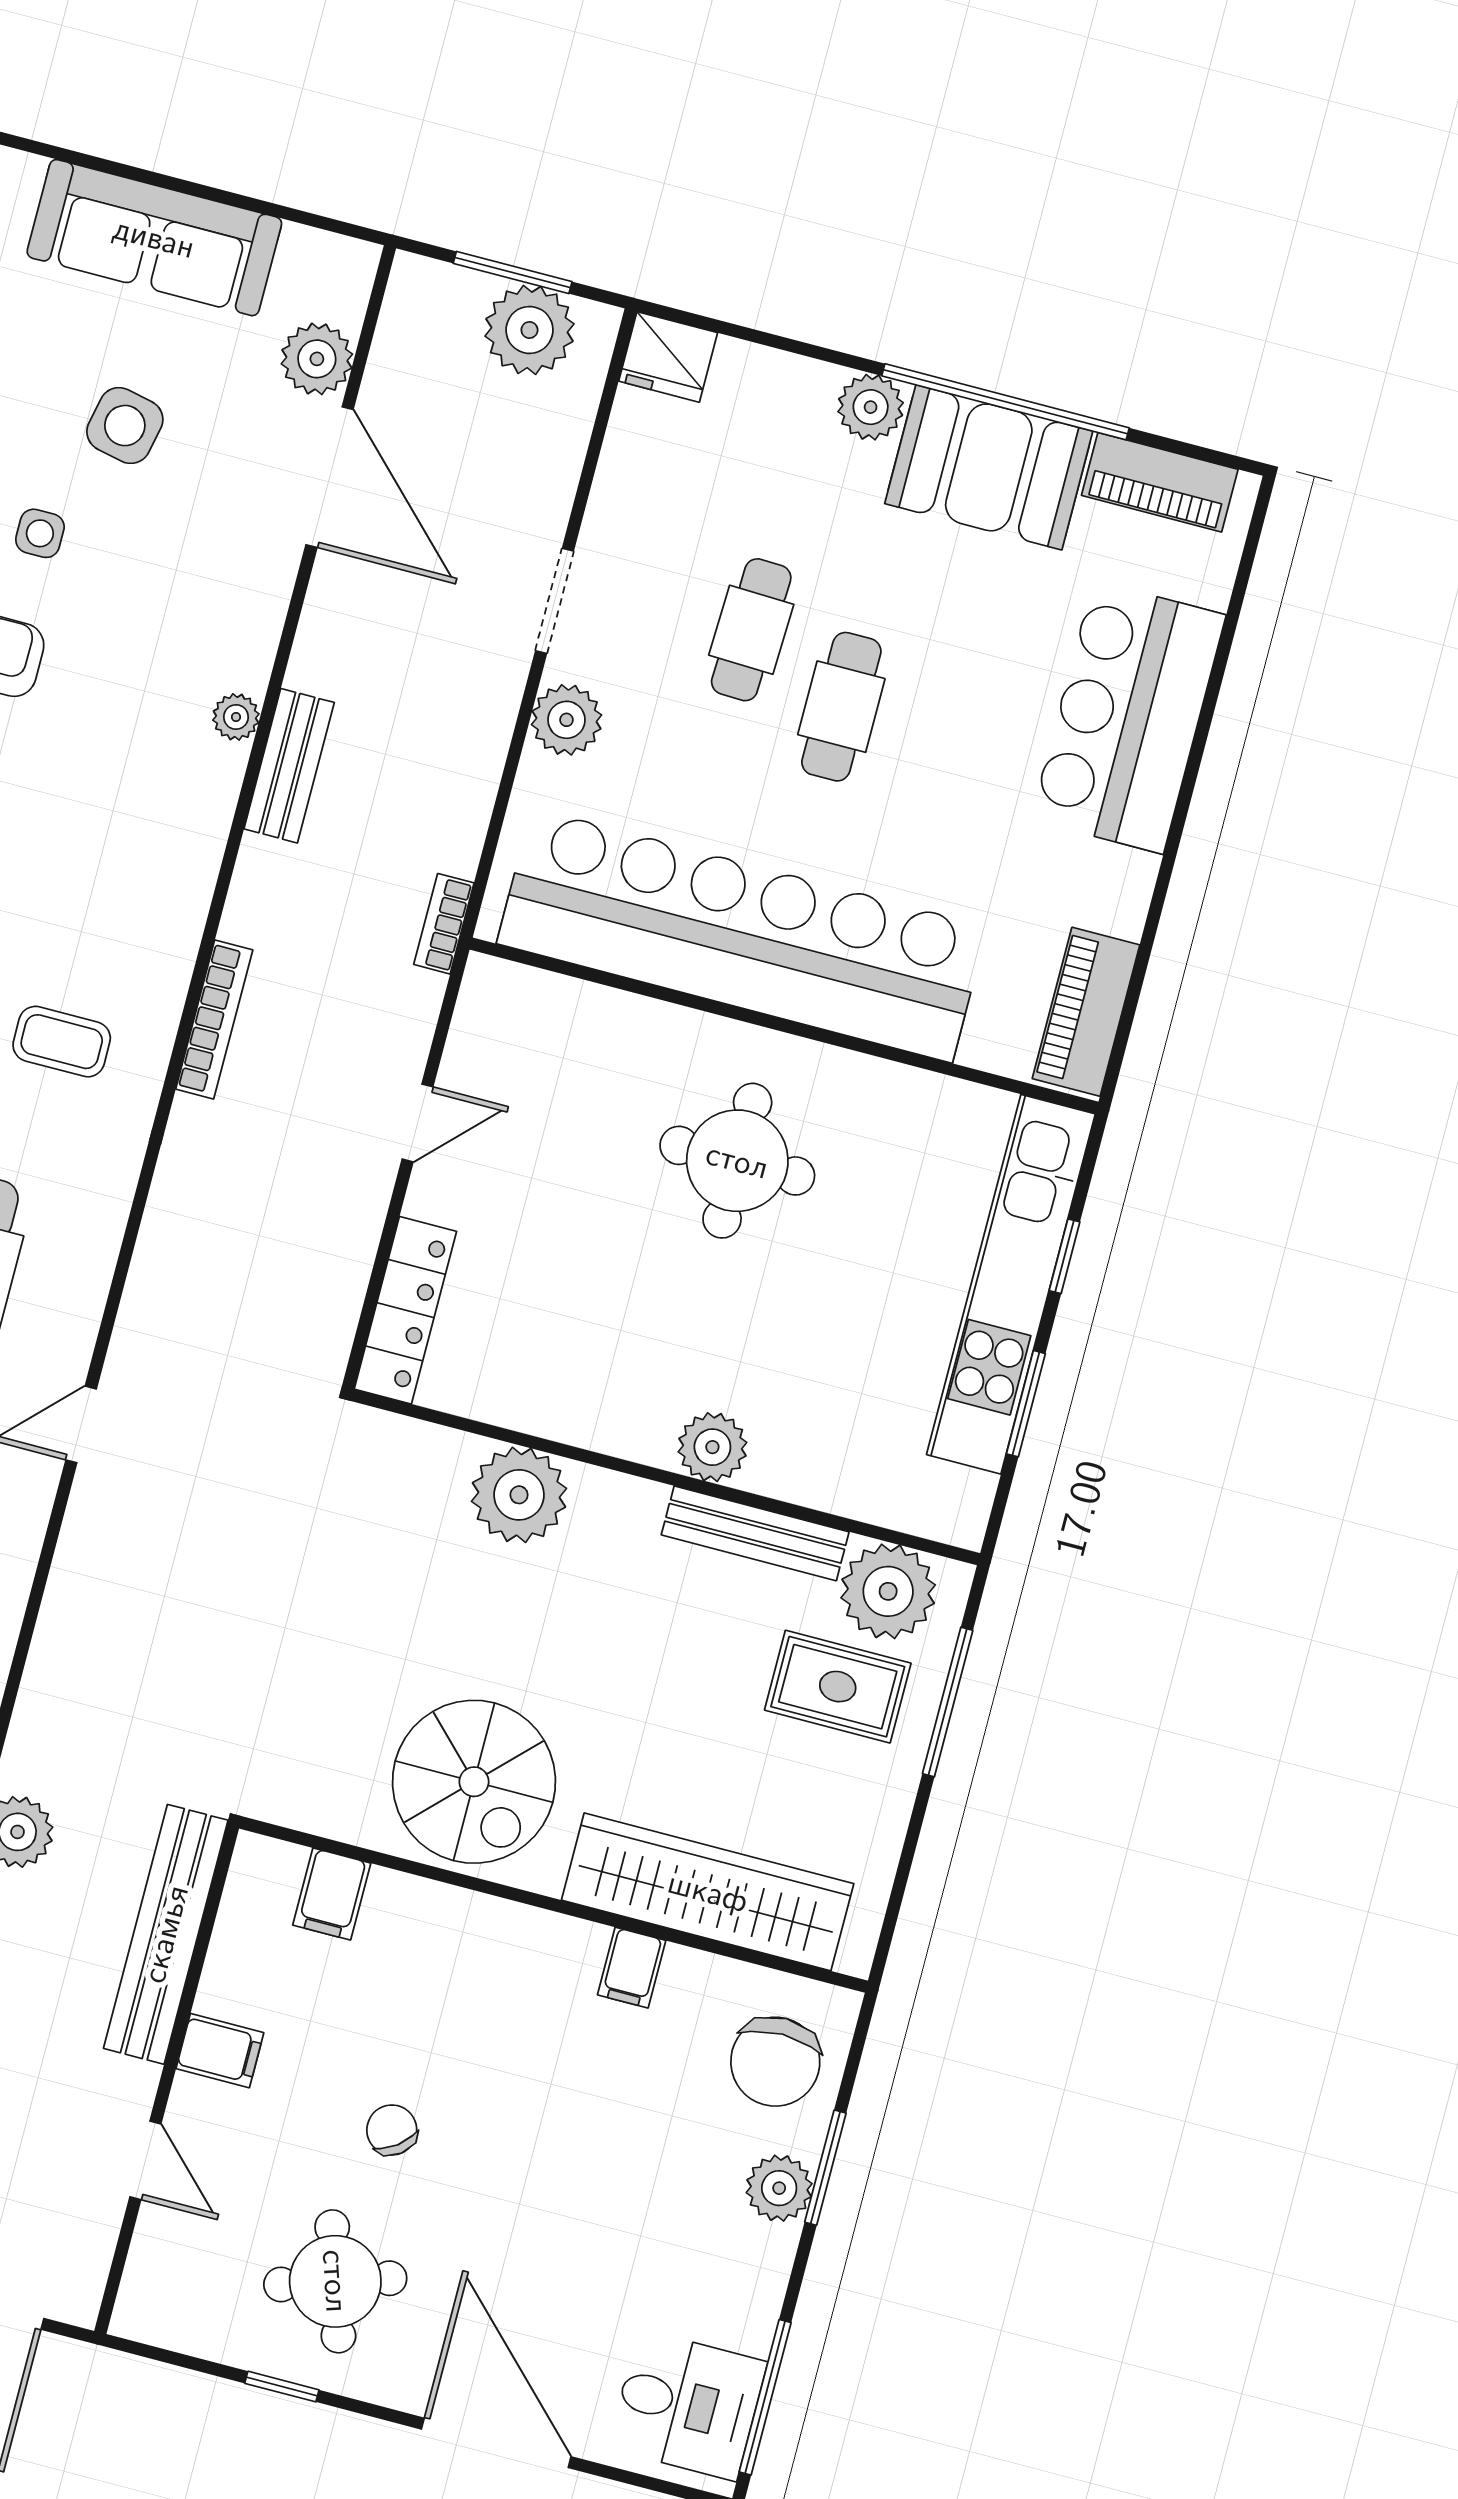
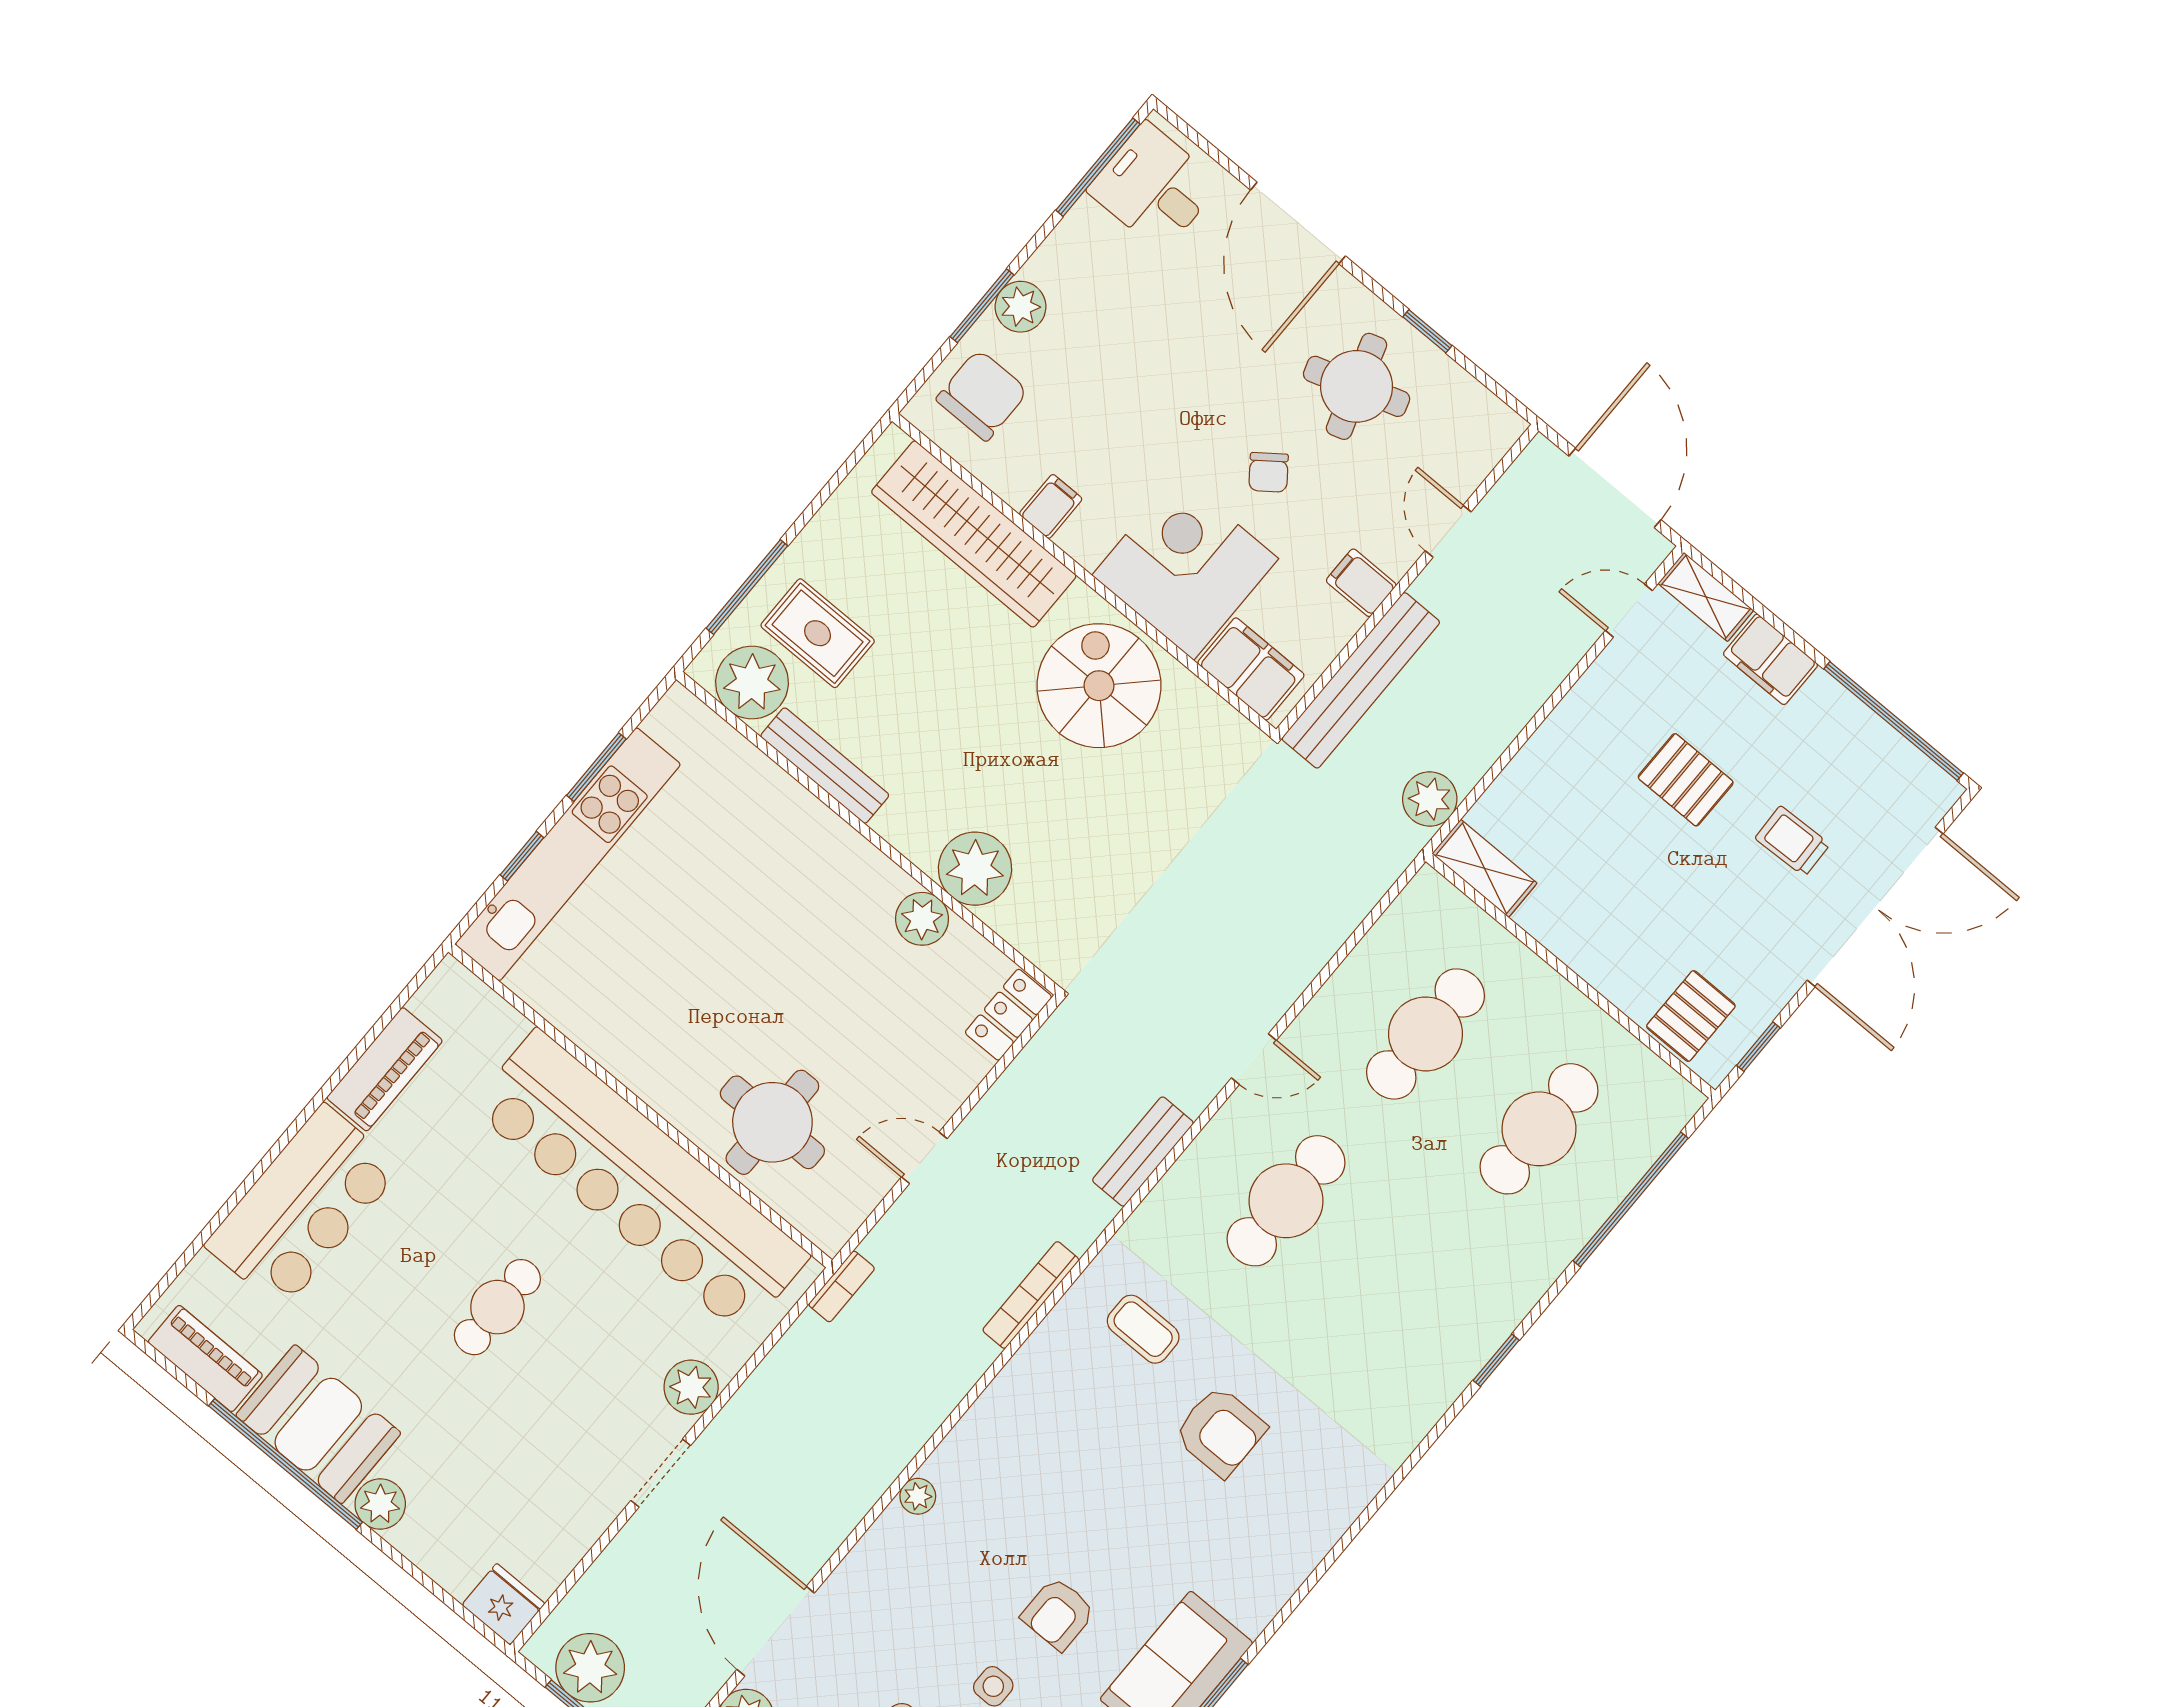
cafe table: (751, 630) -> (535, 1389), removed
bench: (289, 766) -> (1143, 1152), moved
piano: (1086, 1012) -> (385, 1069), moved
round table: (737, 1161) -> (772, 1122), moved
locker: (405, 1310) -> (1008, 1015), width x0.66
plant: (712, 1447) -> (922, 919), moved
filing cabinet: (332, 1894) -> (1251, 669), width x2.00
corner desk: (438, 1971) -> (1185, 567), added

